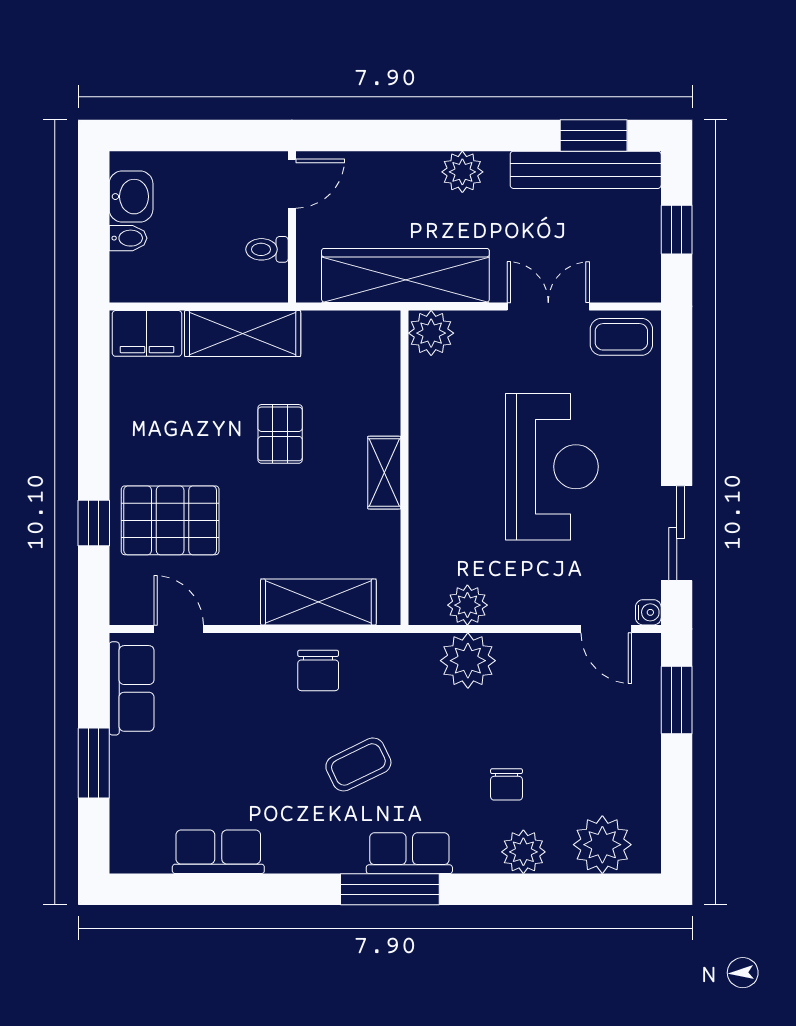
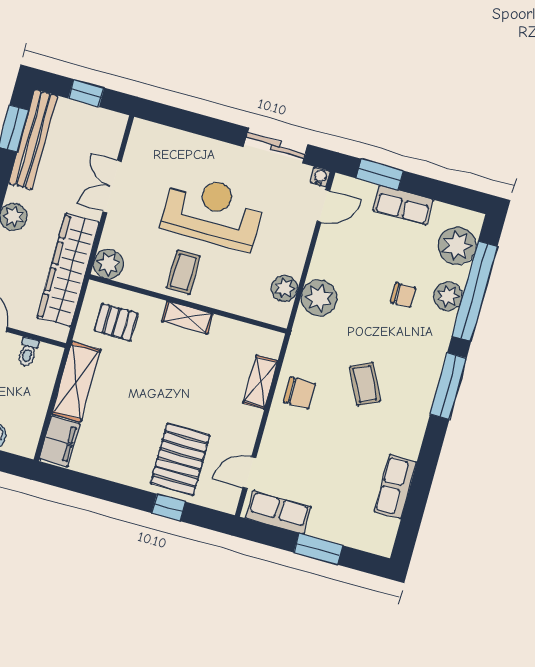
coffee table: (621, 337) -> (183, 272), moved
pallet: (280, 434) -> (116, 322), moved
shelving: (318, 602) -> (260, 382), width x0.67, depth x0.75
row of seats: (409, 853) -> (403, 205), moved, turned -90
window: (542, 889) -> (475, 291), added

